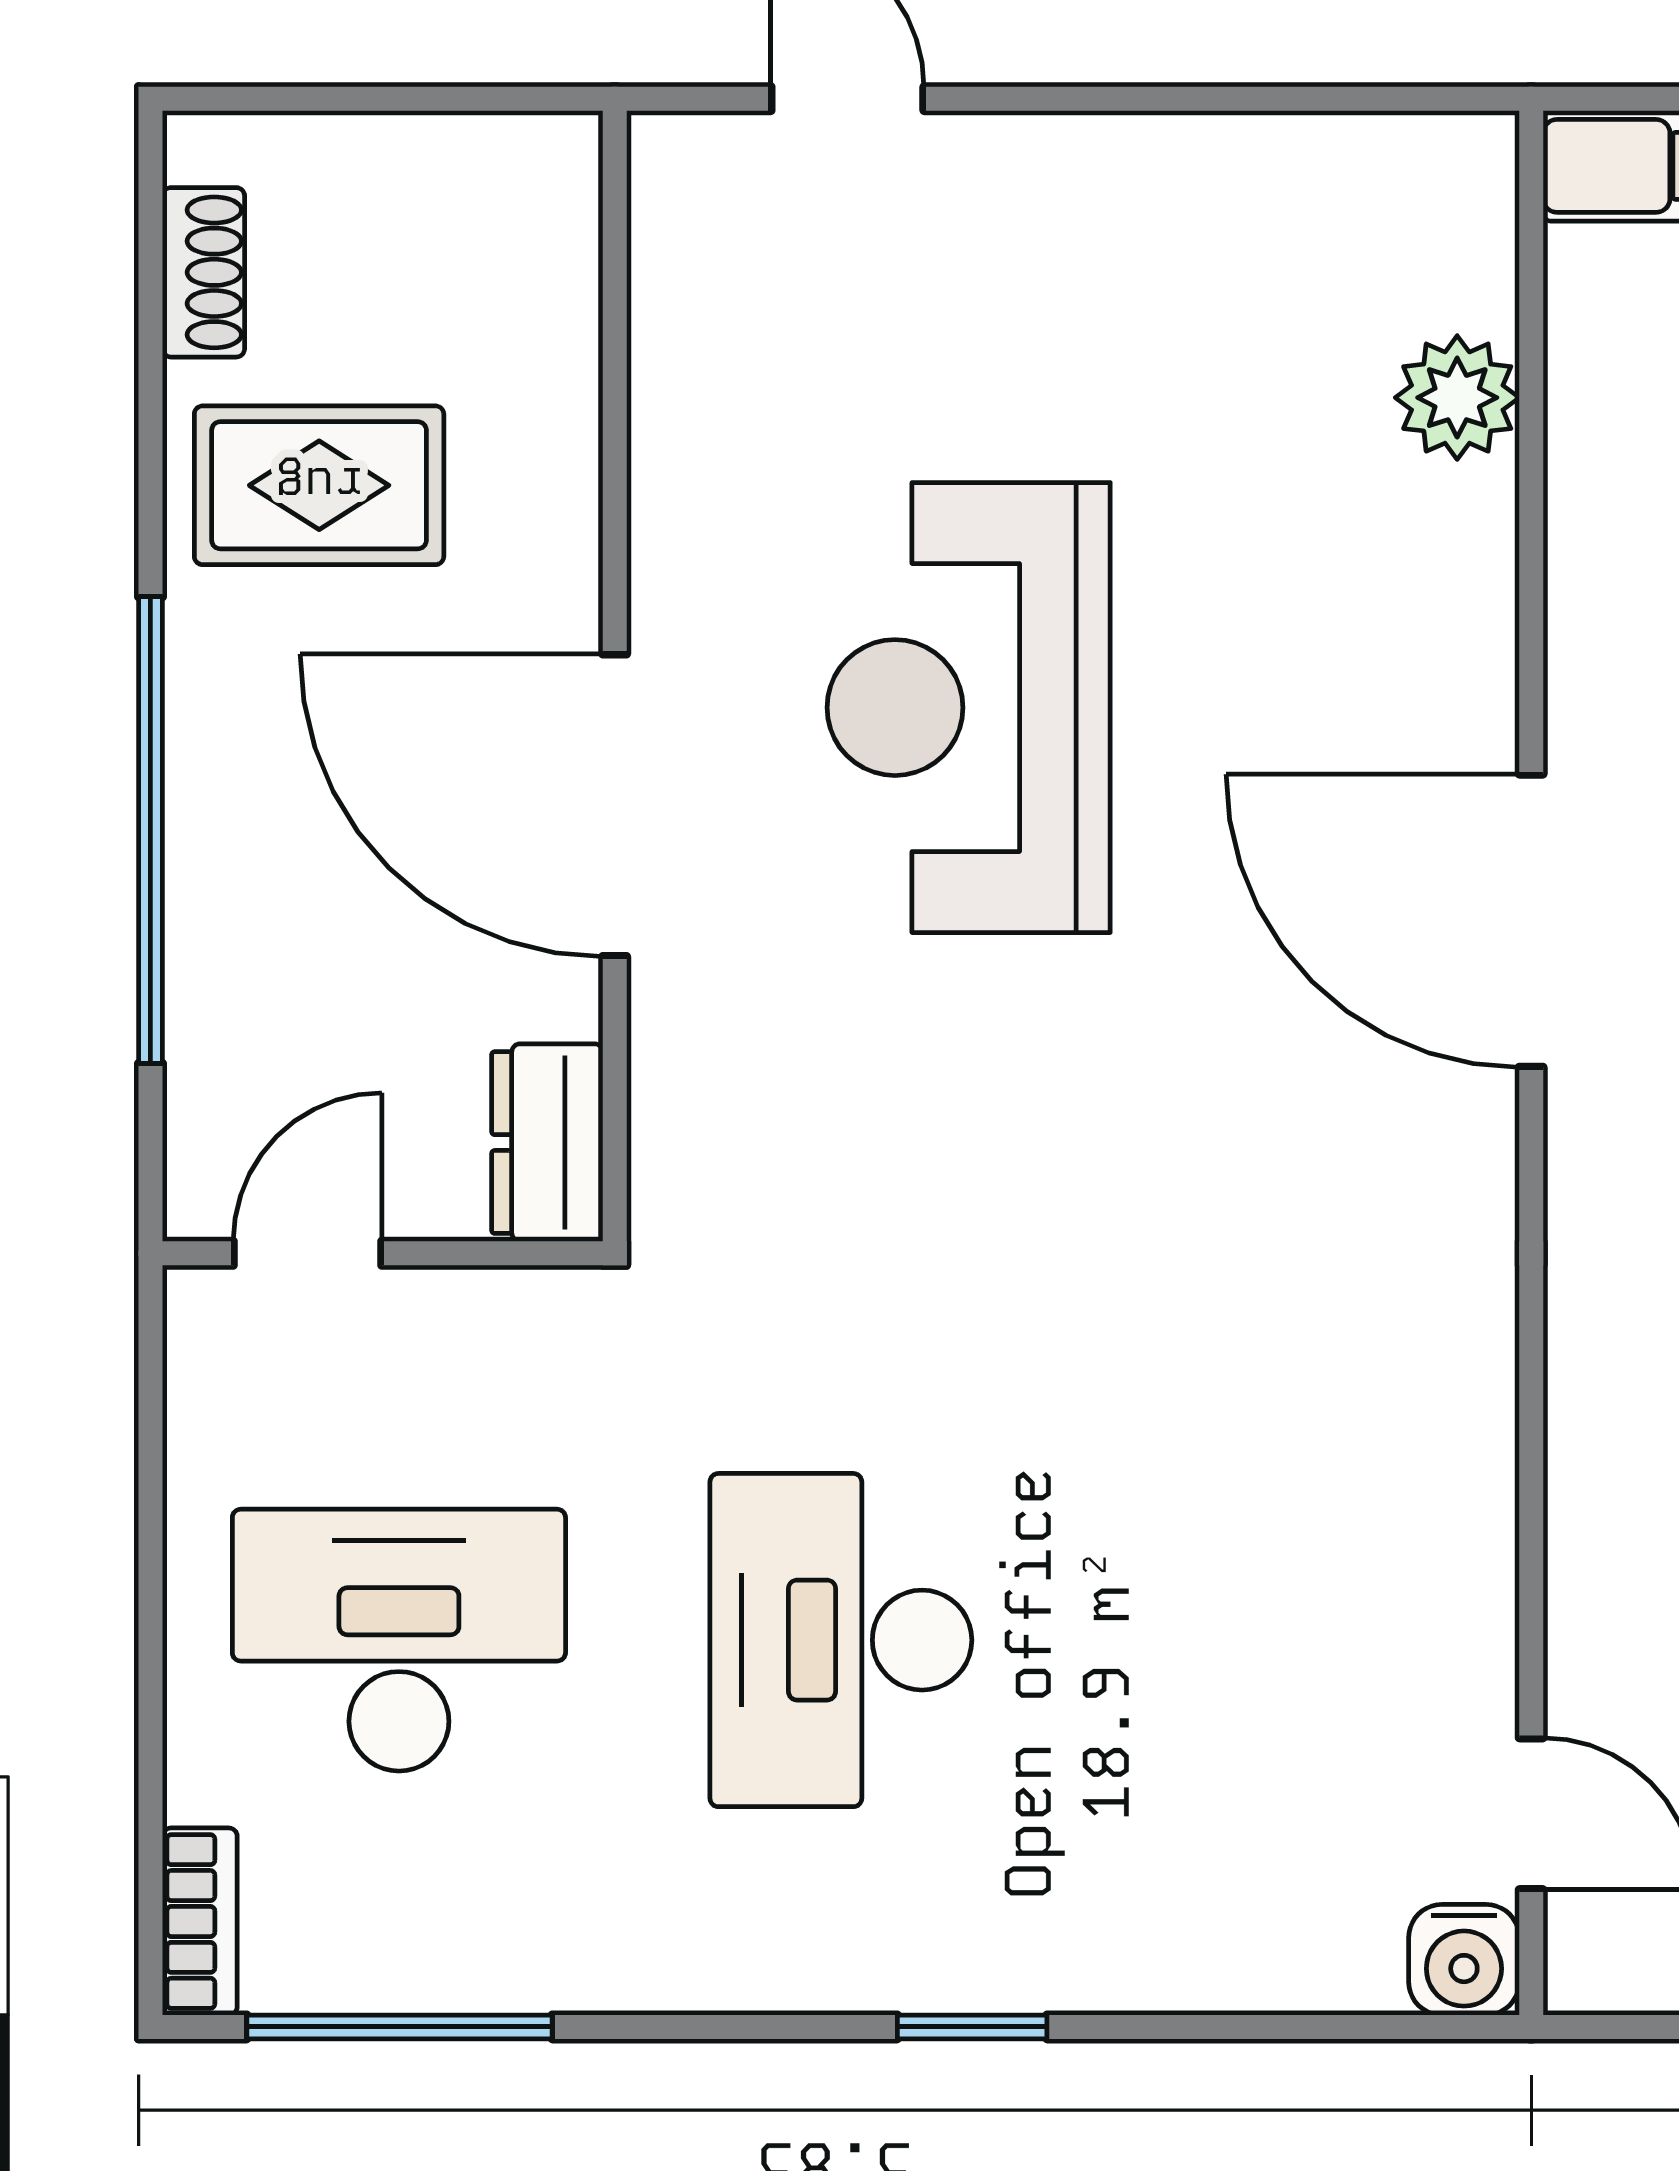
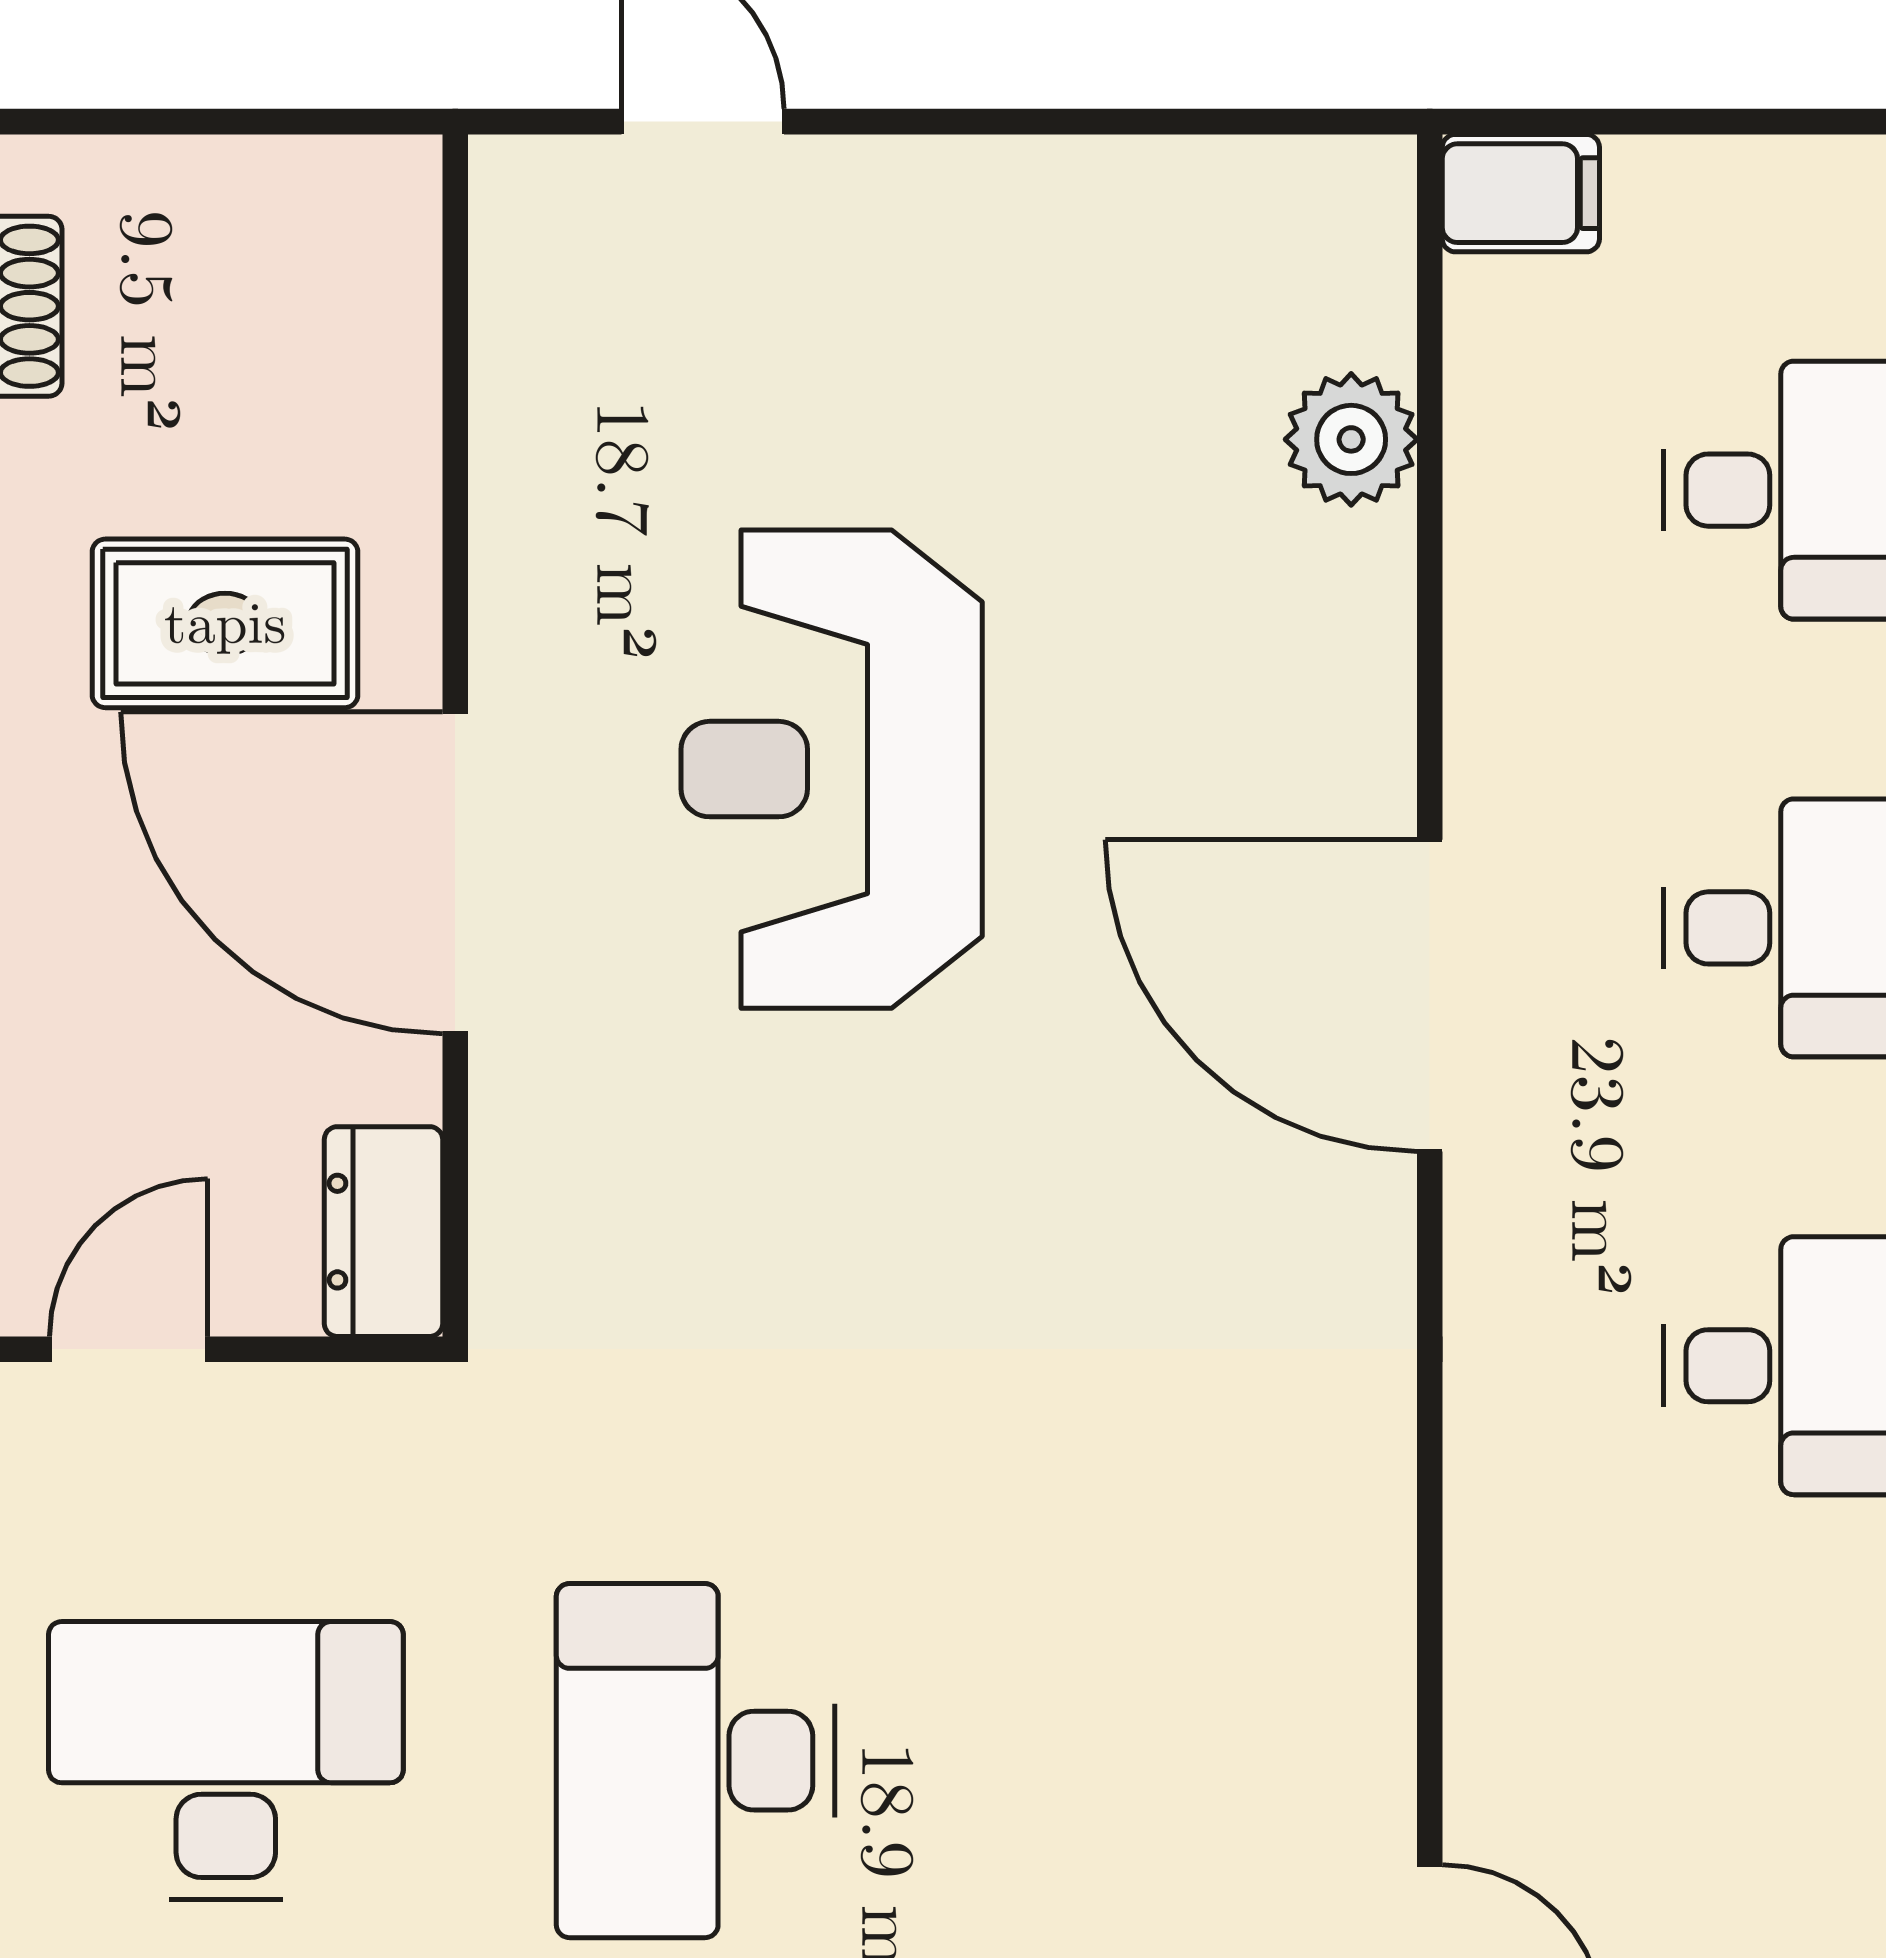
rug: (319, 485) -> (225, 623), moved

